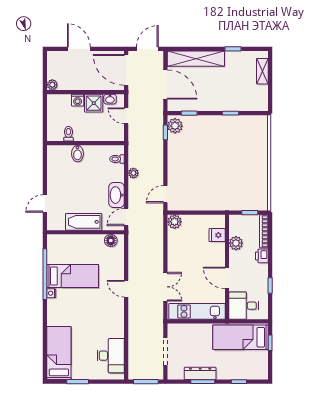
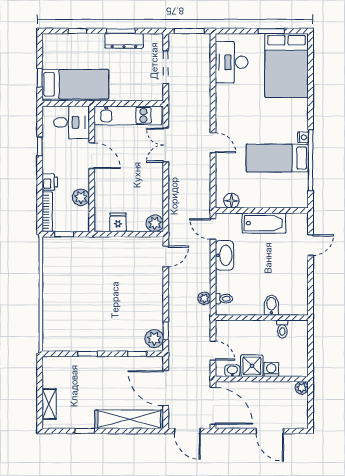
door: (147, 49) -> (187, 431), hinge flipped
plant: (133, 173) -> (204, 298), moved
door: (126, 217) -> (213, 229), swing flipped
fridge: (217, 235) -> (118, 222), moved, turned -90
bed: (59, 353) -> (287, 65), width x1.50

